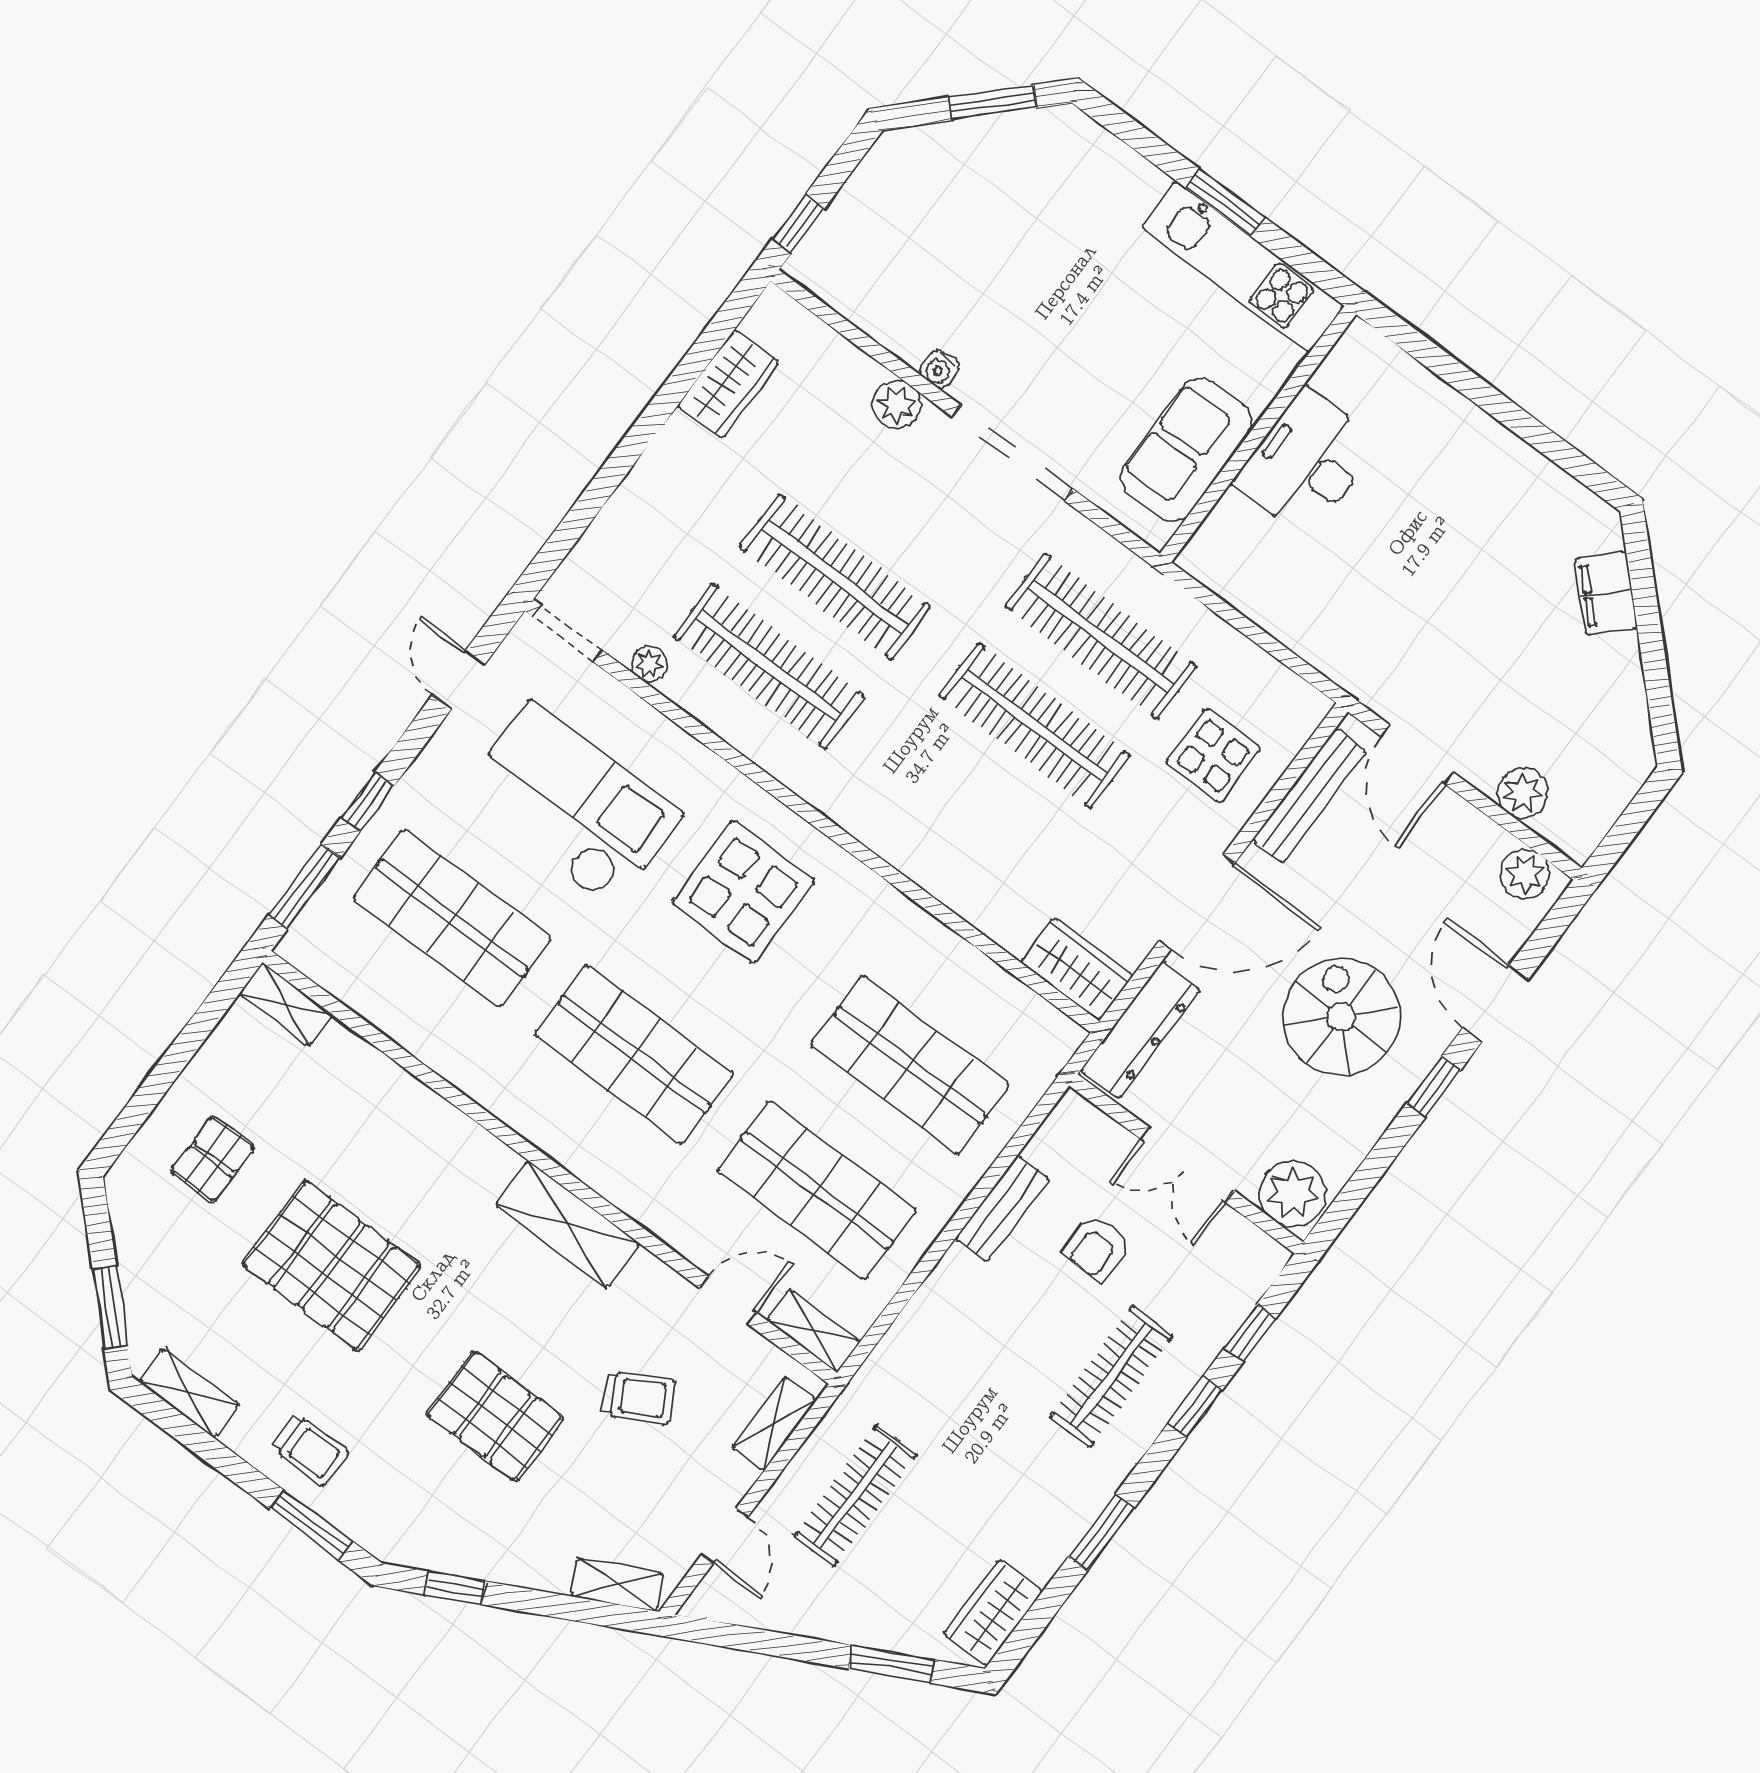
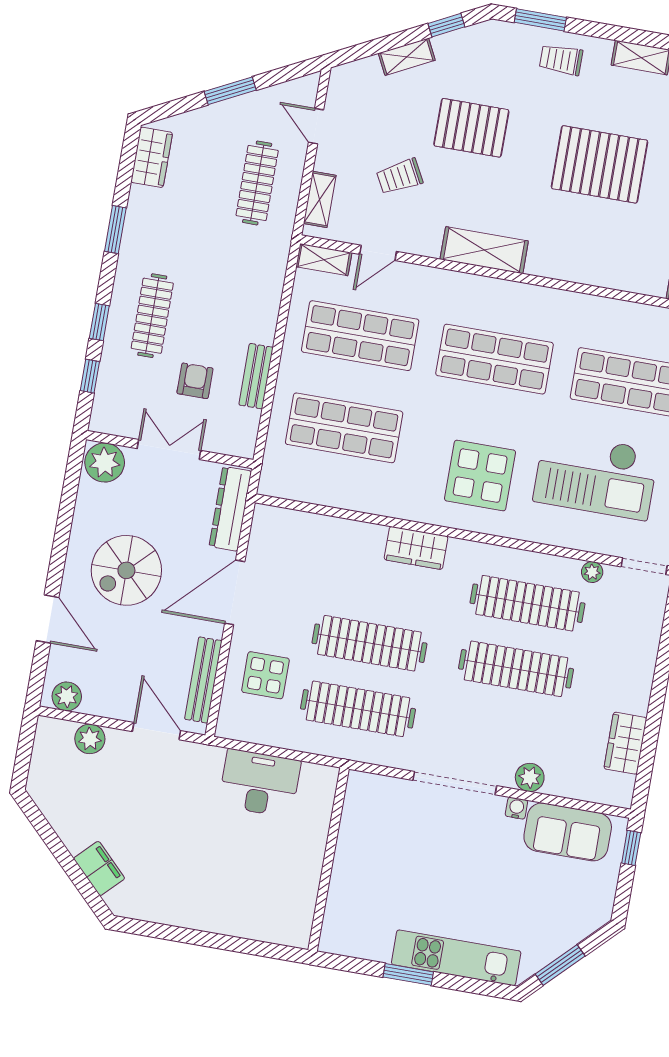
kitchen unit: (1243, 267) -> (456, 958), moved
sofa: (1186, 450) -> (568, 832), moved, turned 90
desk: (1306, 463) -> (260, 783), moved, turned -90
wardrobe: (1077, 969) -> (416, 548), moved
spiral stairs: (1341, 1017) -> (126, 570), turned 90
window: (1434, 1086) -> (58, 558), removed
shelving: (617, 1585) -> (407, 57), moved
window: (891, 1664) -> (230, 91), moved

